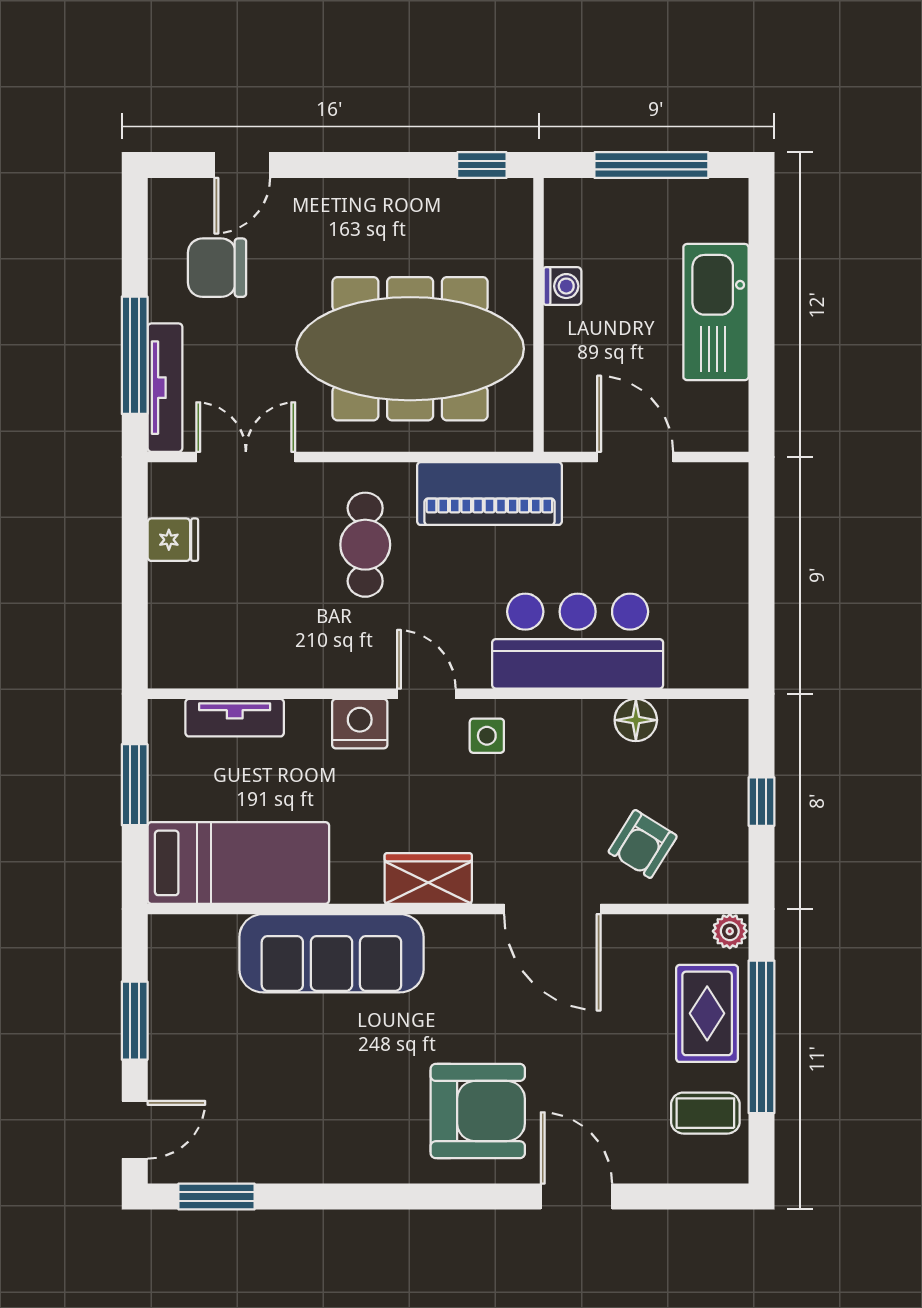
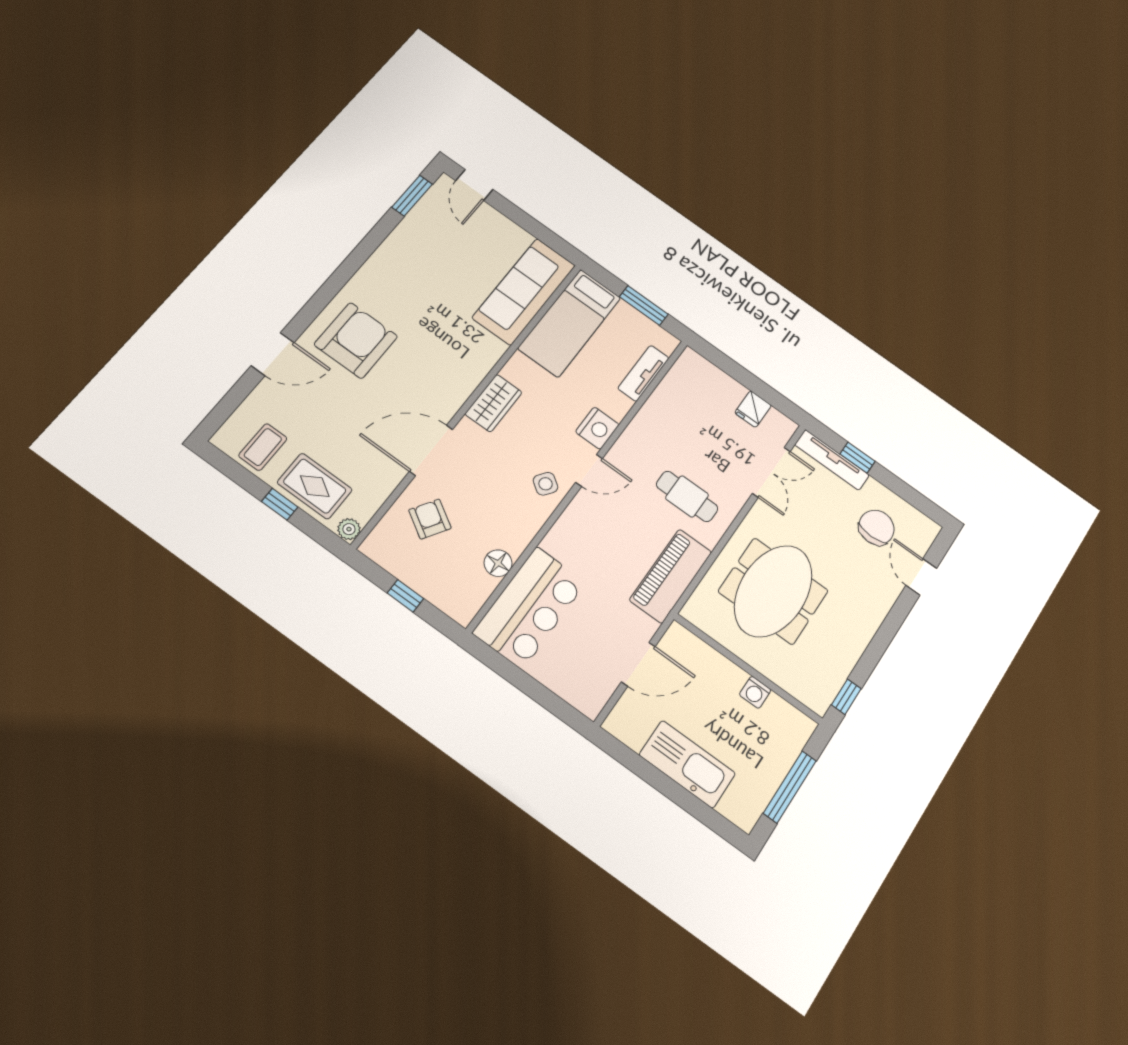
meeting table: (410, 349) -> (773, 591), width x0.73
window: (135, 355) -> (858, 458), width x0.46
bar counter: (578, 641) -> (530, 607), moved
side table: (487, 736) -> (546, 484), turned 35
sofa: (331, 953) -> (524, 291), moved
window: (135, 1021) -> (528, 223), removed
window: (761, 1037) -> (280, 504), width x0.32
armchair: (478, 1111) -> (356, 340), turned 180

